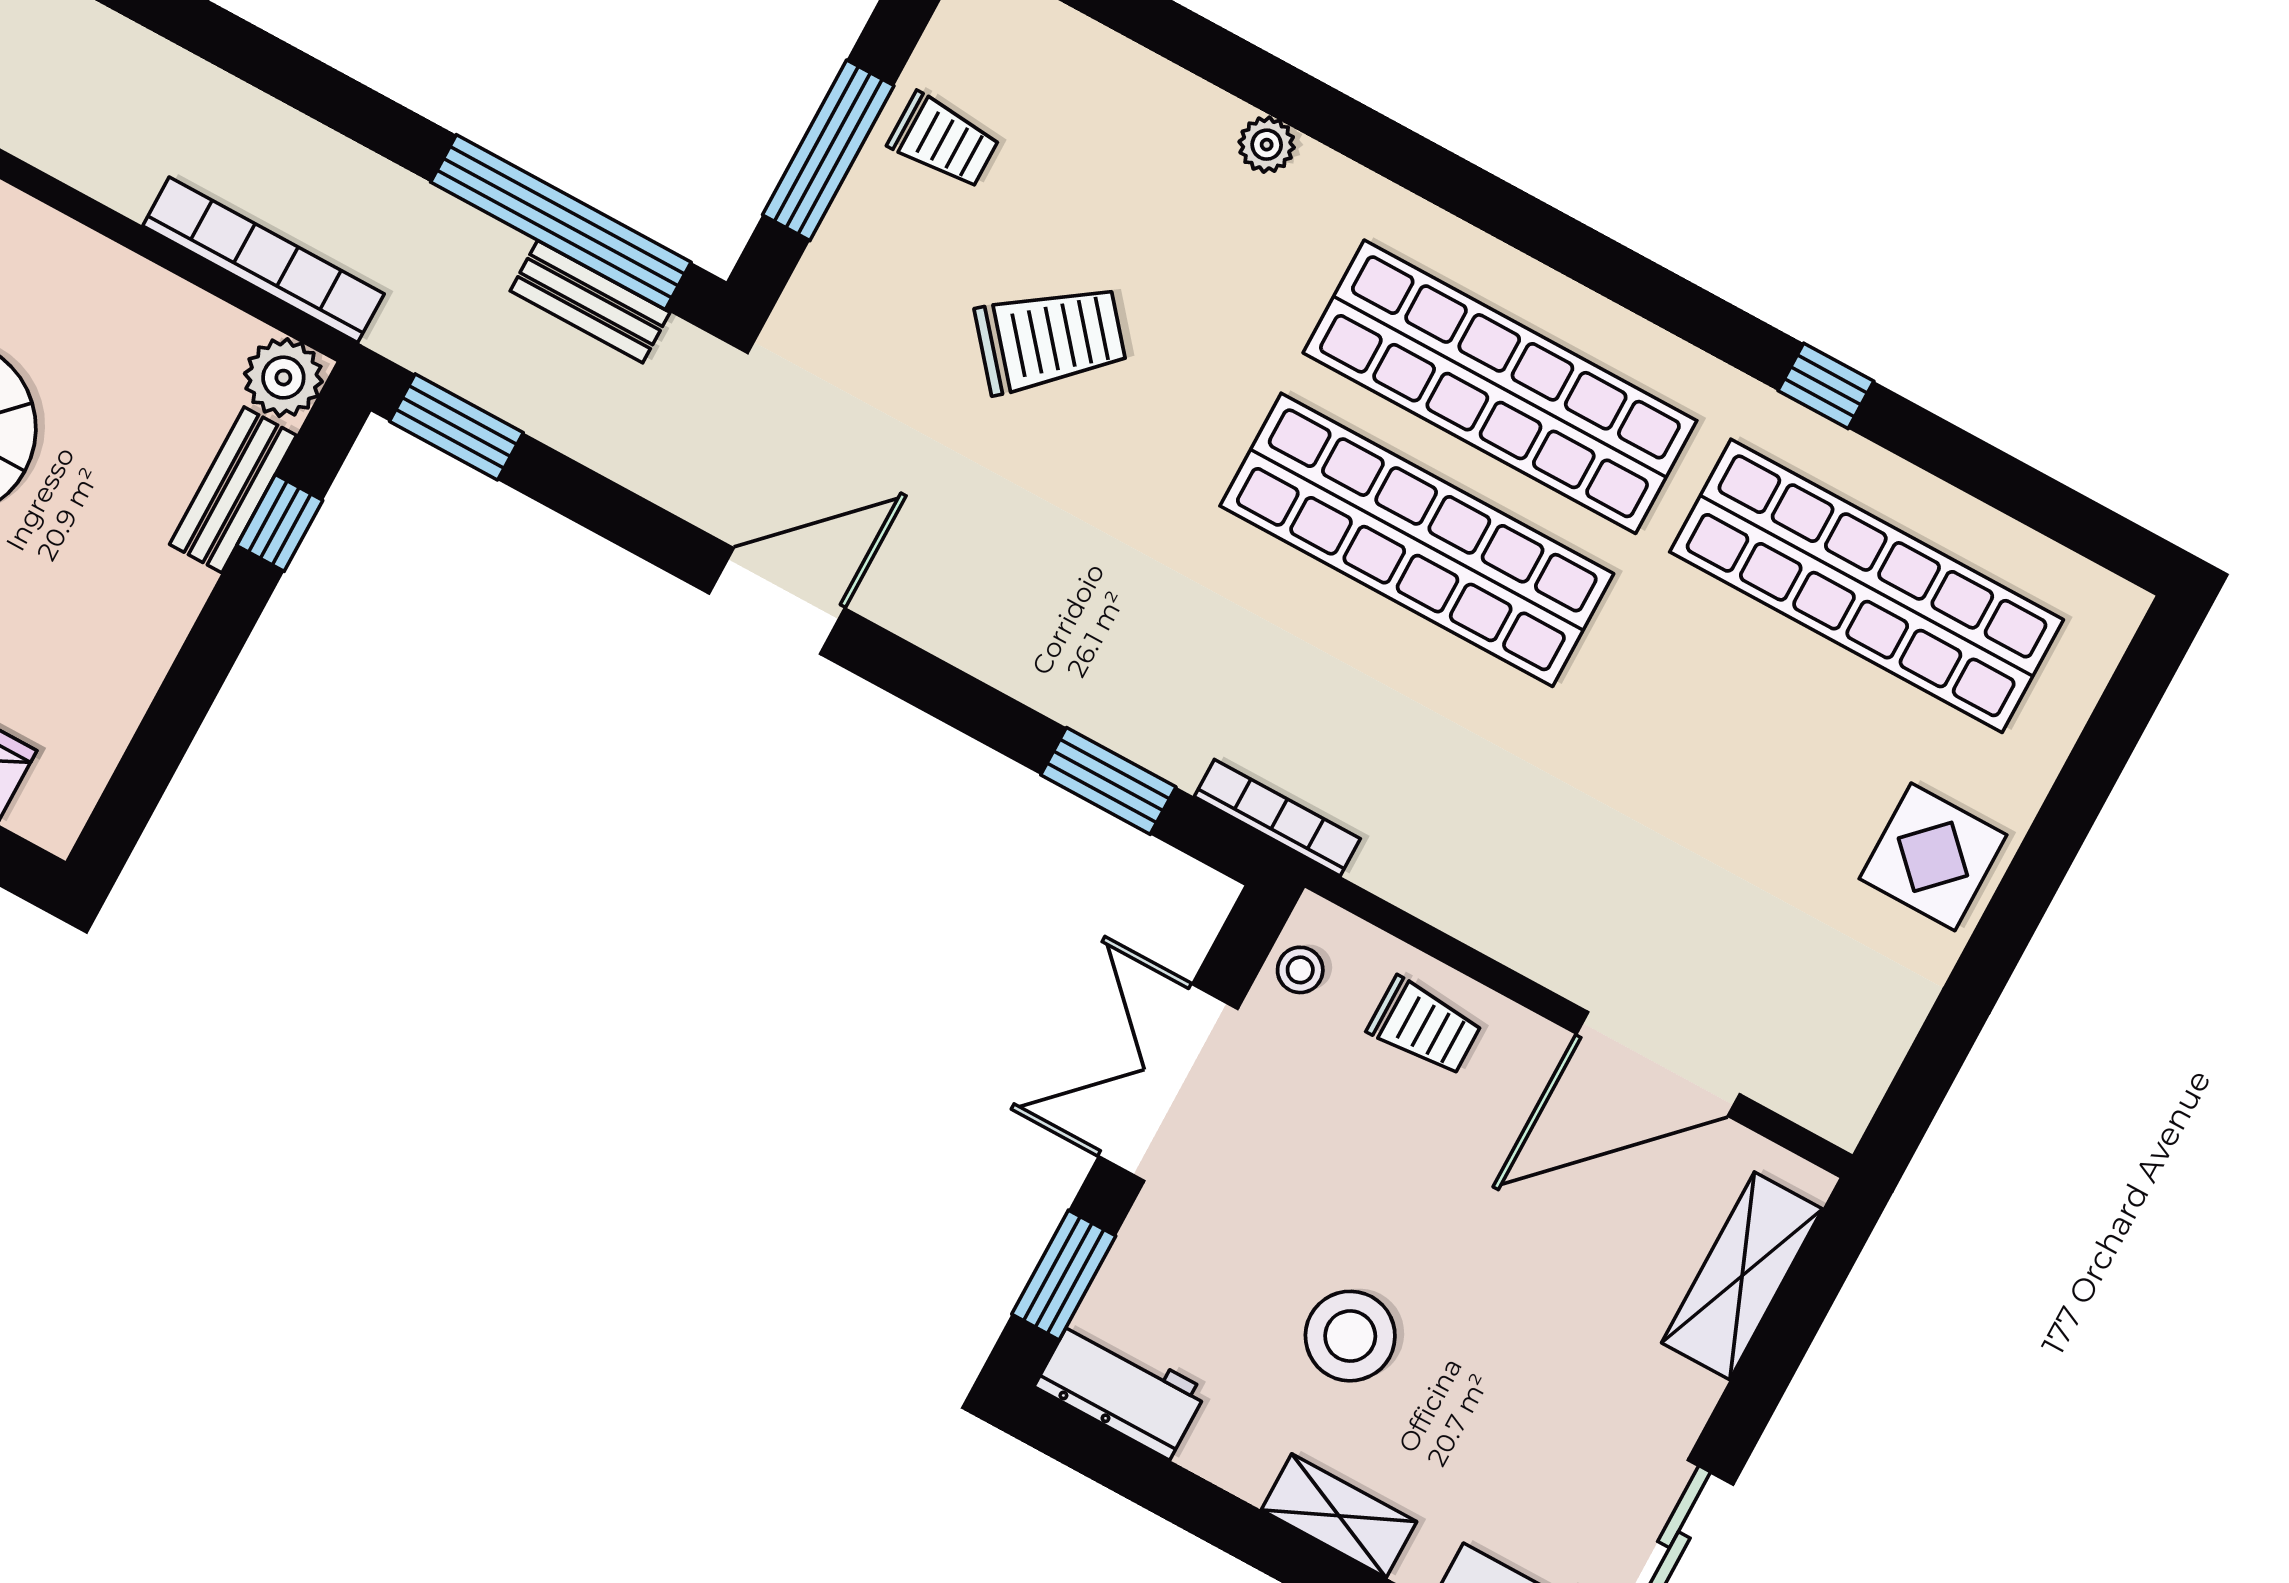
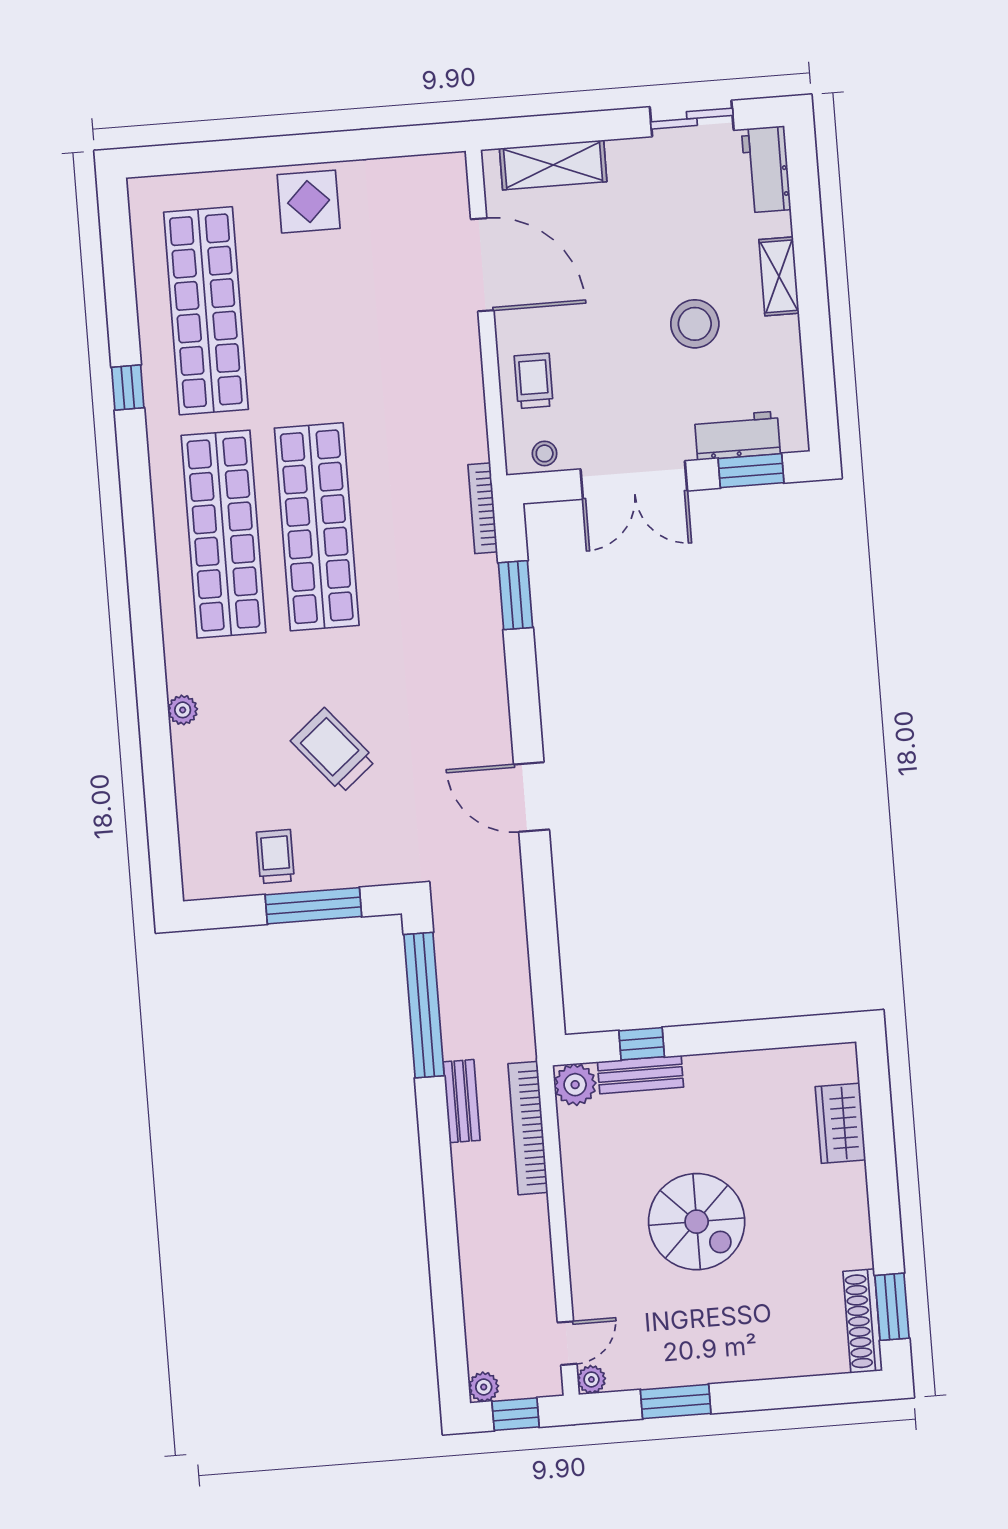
bench: (590, 302) -> (462, 1101), moved
window: (456, 427) -> (547, 992), removed
workbench: (1121, 1388) -> (737, 436), moved, turned 90

